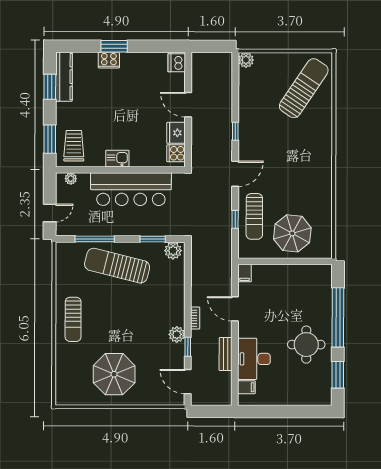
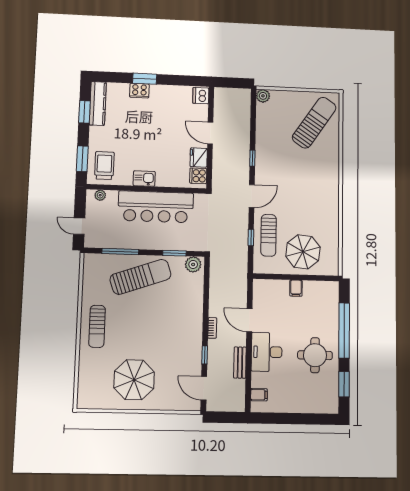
door: (50, 213) -> (79, 226), swing flipped
sun lounger: (117, 266) -> (141, 277), turned 147
filing cabinet: (245, 273) -> (296, 288), moved
plant: (177, 334) -> (195, 343), removed
desk: (254, 359) -> (267, 352), moved

